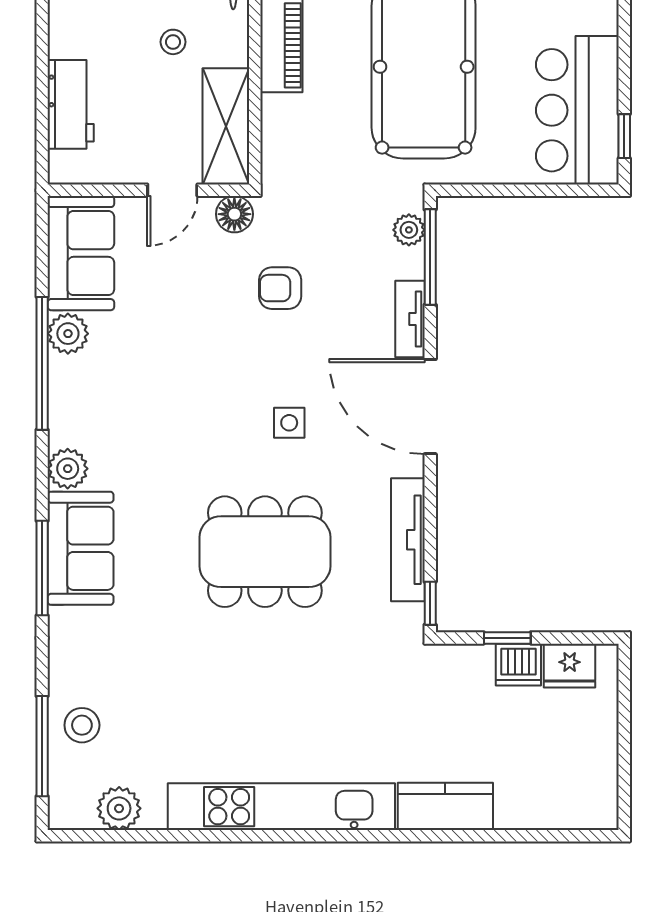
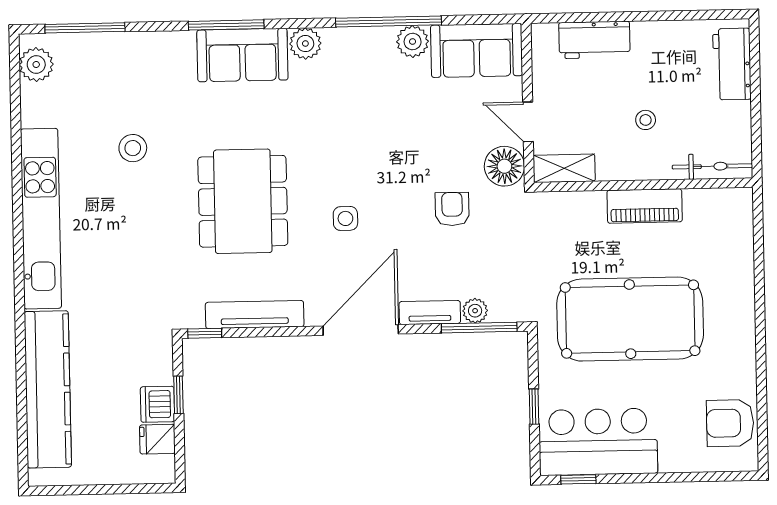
shelving: (226, 126) -> (564, 168), width x0.67, depth x0.75
window: (531, 190) -> (534, 407), added
floor lamp: (234, 214) -> (504, 166), width x1.38, depth x1.38
plant: (409, 230) -> (475, 311), moved
fridge: (570, 666) -> (157, 439), width x0.72
stool: (82, 725) -> (133, 148), moved
kitchen counter: (445, 806) -> (48, 389), width x2.08, depth x1.17
plant: (119, 808) -> (36, 65), moved

